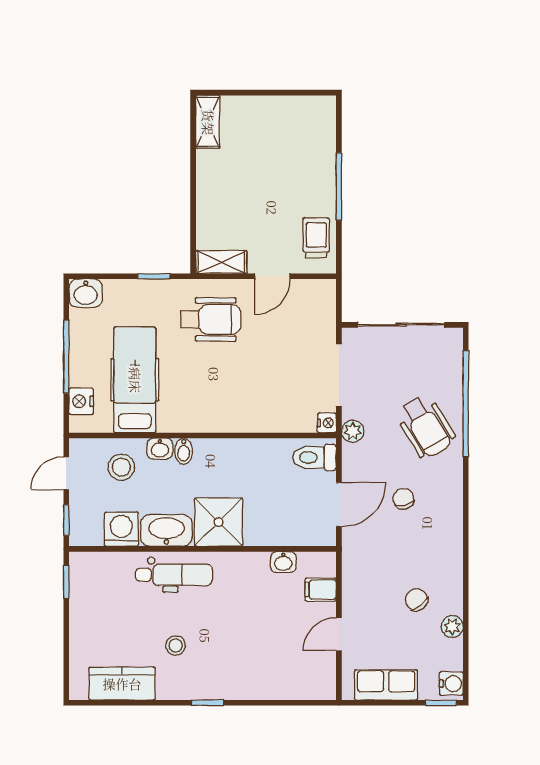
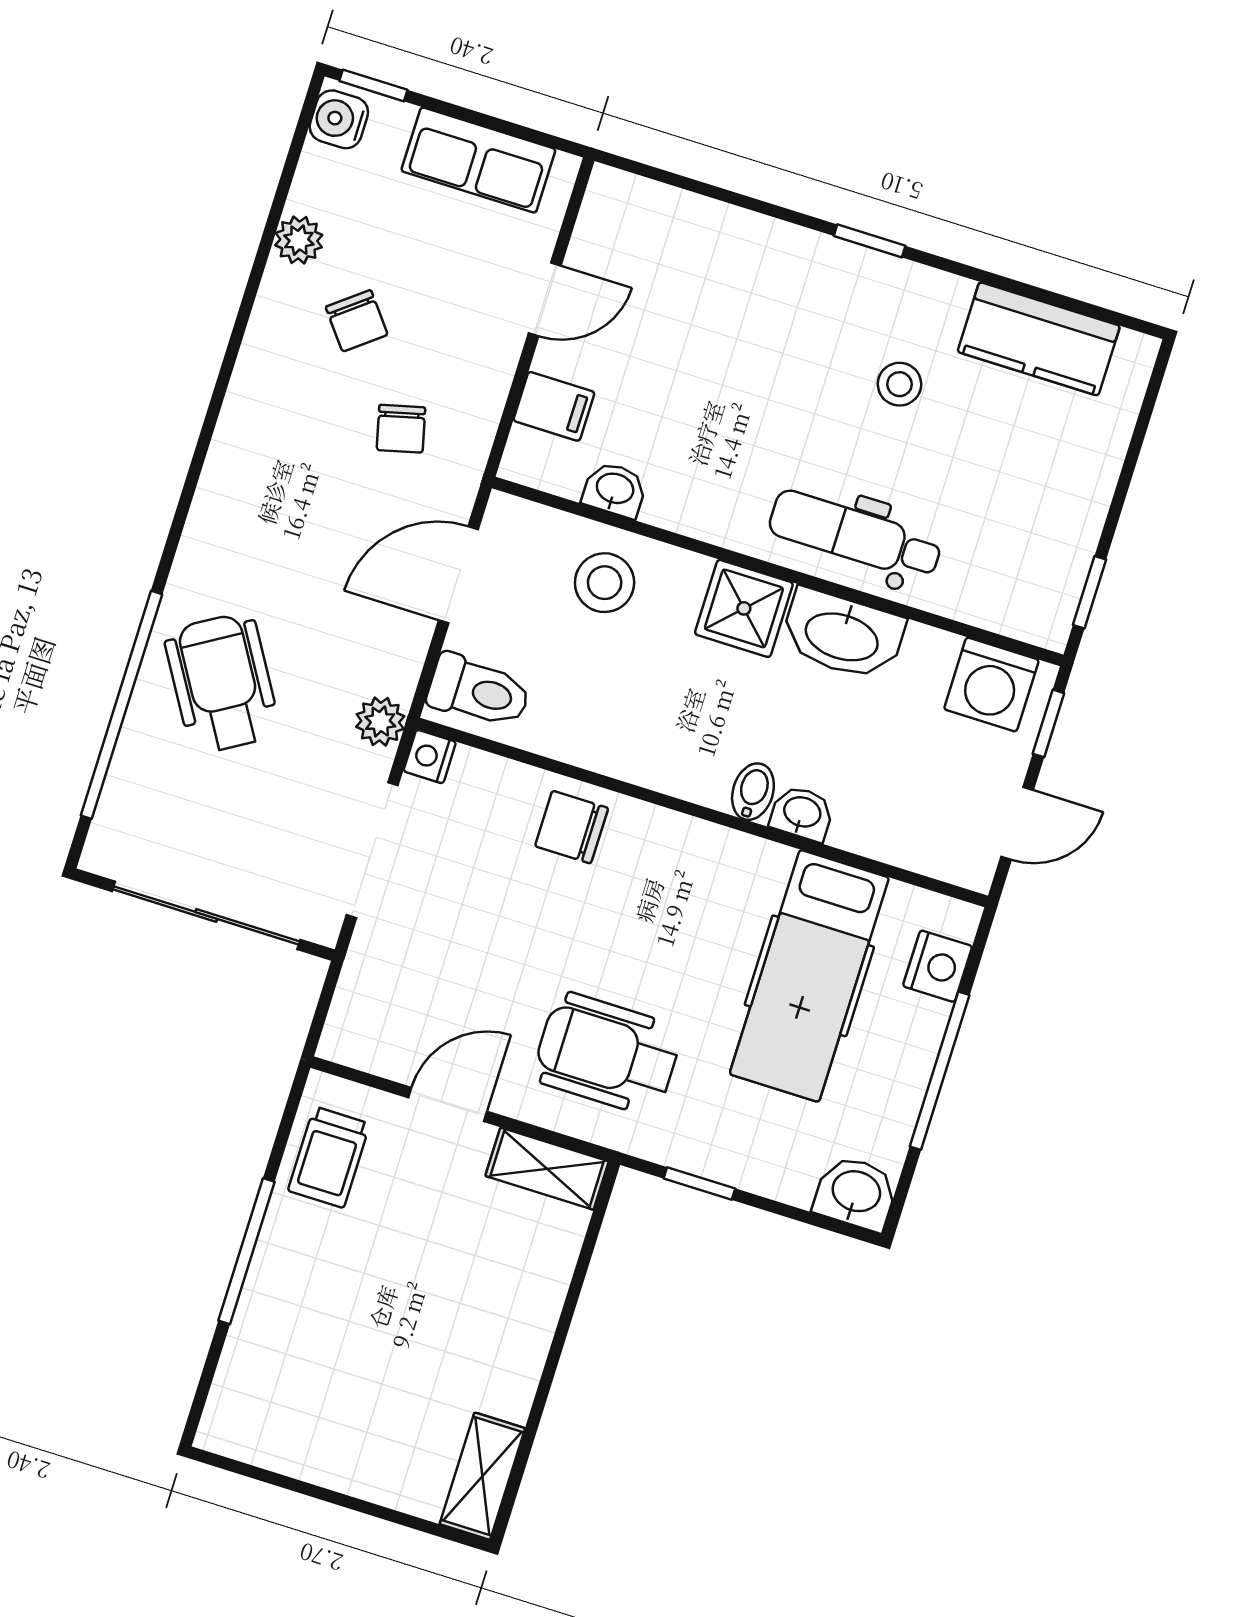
chair: (257, 412) -> (572, 827), added
stool: (121, 467) -> (605, 583), moved
chair: (403, 499) -> (401, 429), moved
shower: (219, 522) -> (744, 608), width x0.73, depth x0.73
washing machine: (121, 529) -> (991, 685), moved

